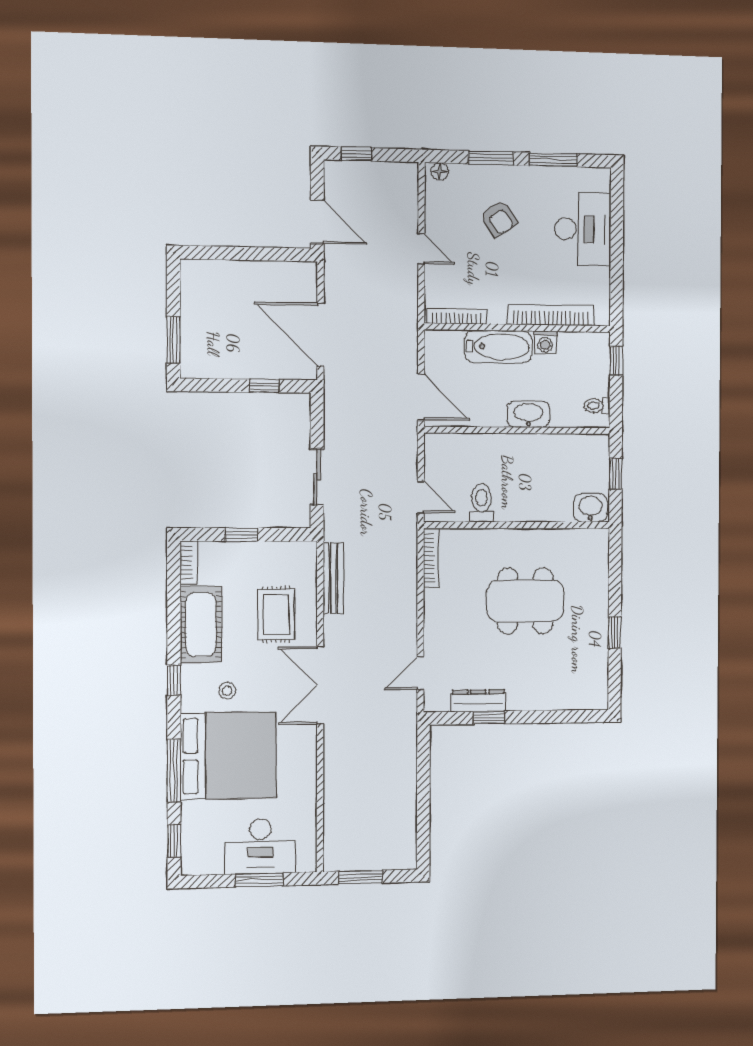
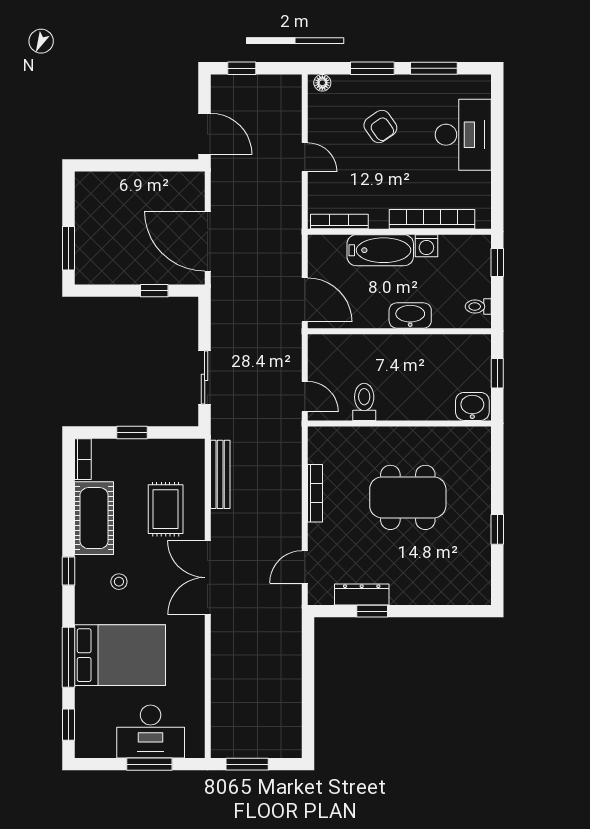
bookcase: (431, 558) -> (315, 493), moved
bed: (228, 756) -> (120, 655), width x0.73

